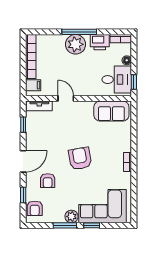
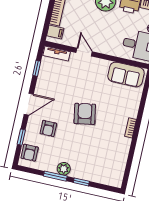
corner sofa: (103, 206) -> (96, 165), removed

